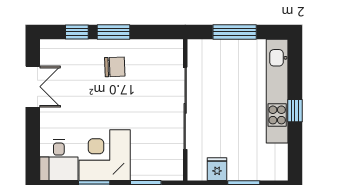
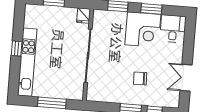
chair: (115, 67) -> (140, 79), moved
fridge: (217, 169) -> (84, 16), moved

